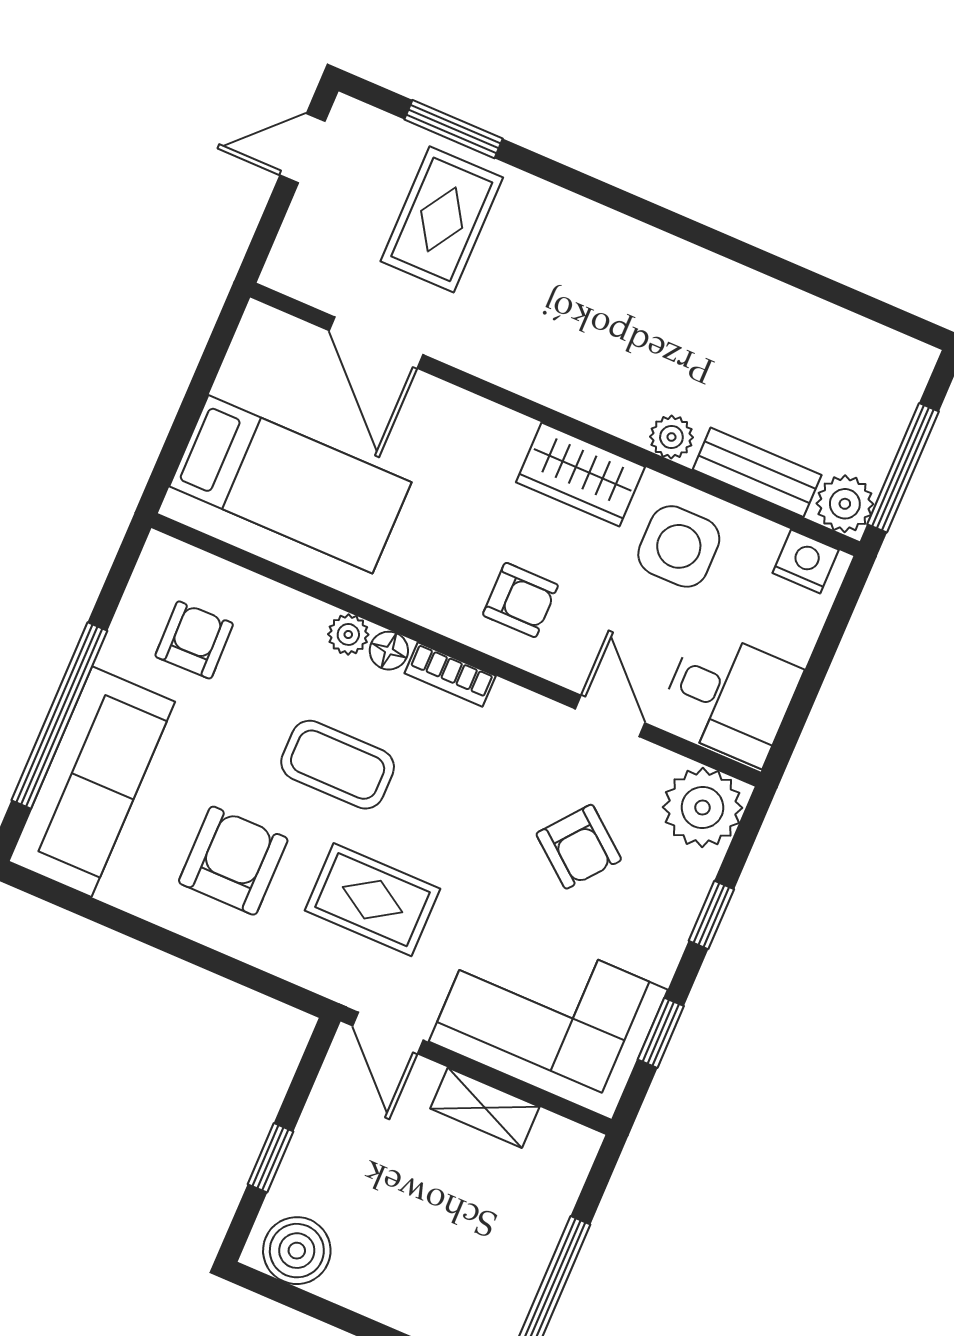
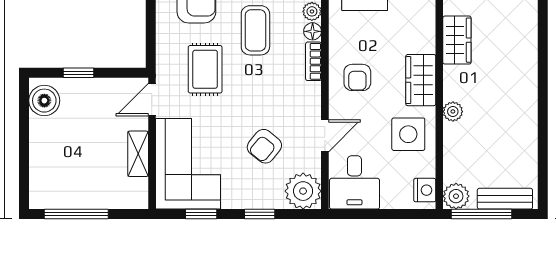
wardrobe: (531, 367) -> (457, 40), added
bench: (757, 472) -> (505, 199), moved, turned 90

